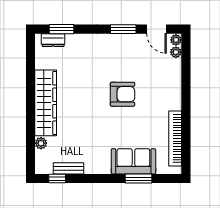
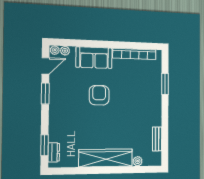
sofa: (133, 161) -> (94, 58), moved, turned -90
window: (57, 179) -> (165, 148), removed

